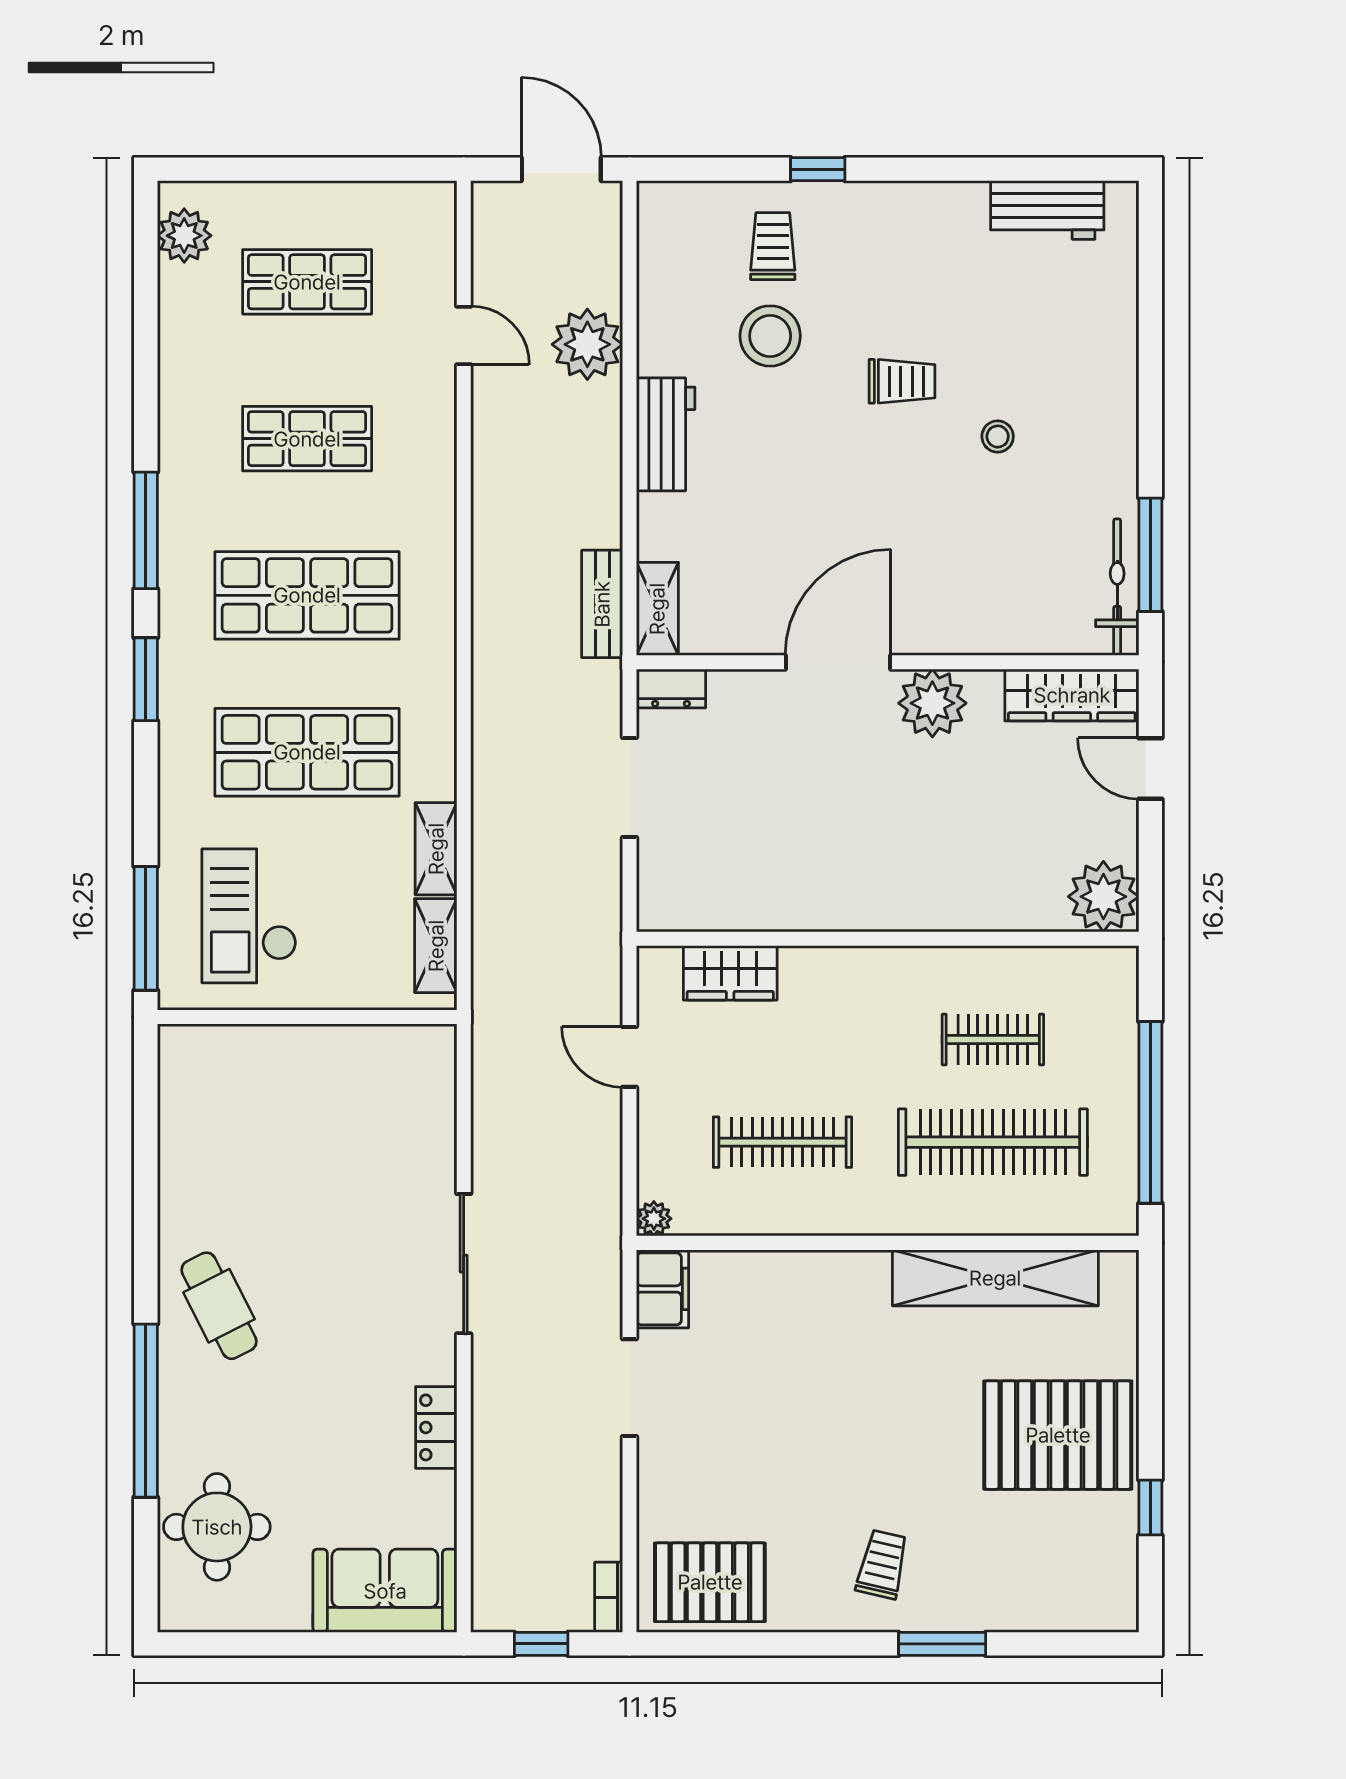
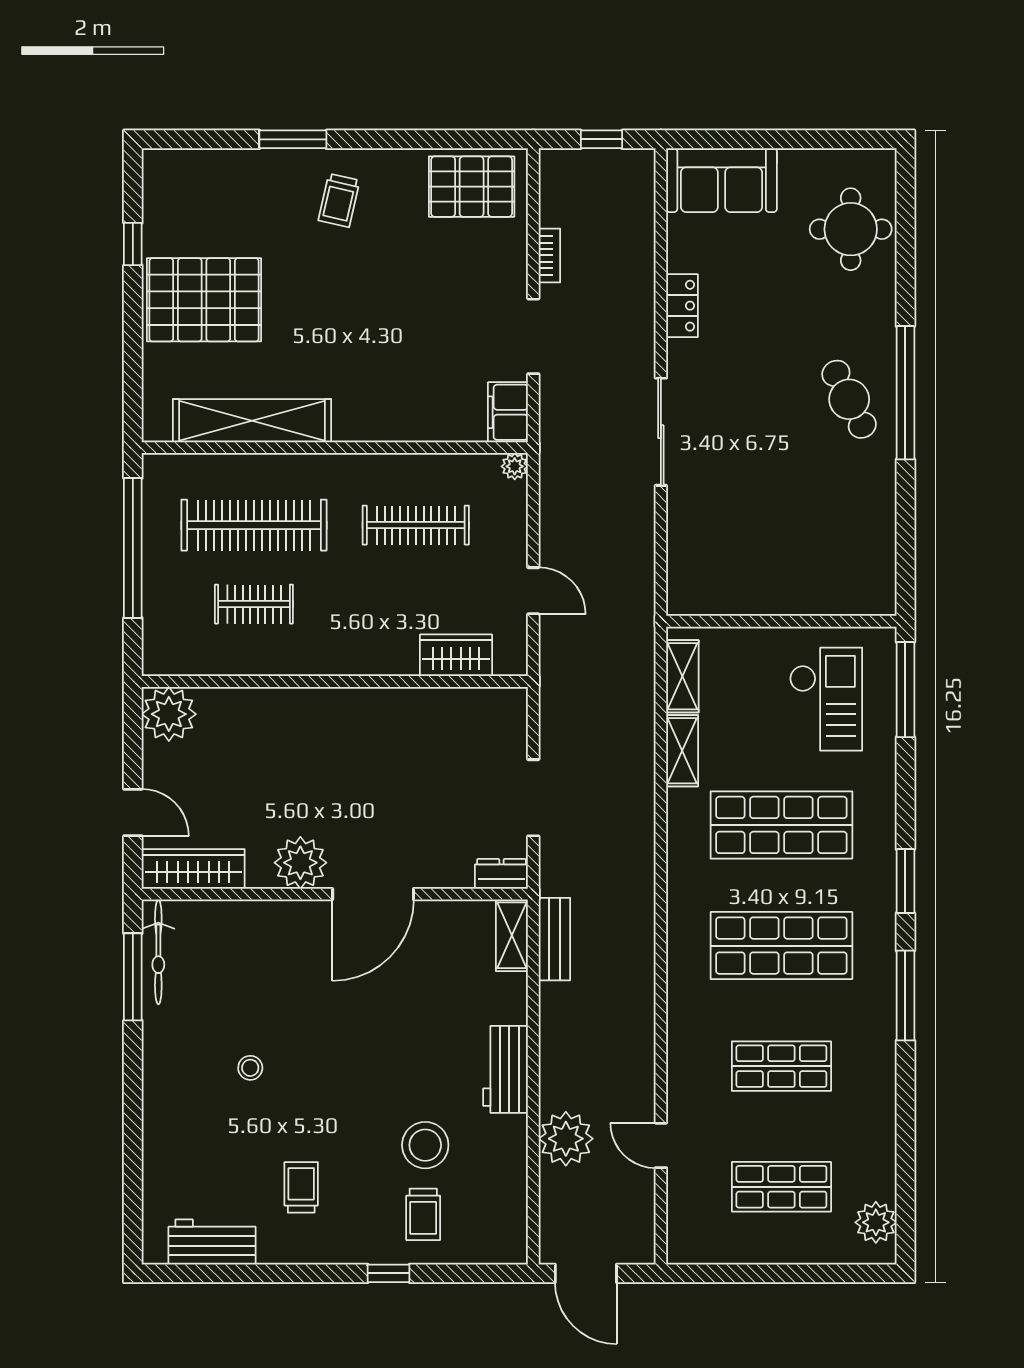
trolley: (902, 381) -> (301, 1187), moved, turned 90
window: (146, 1411) -> (905, 393), moved
bookcase: (609, 1597) -> (549, 255), moved

